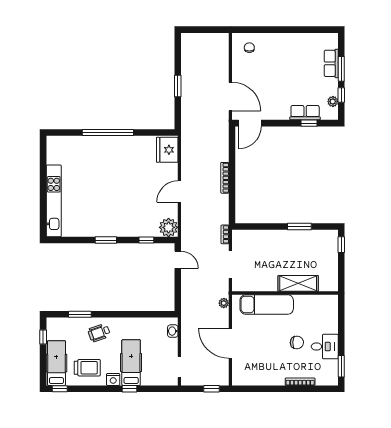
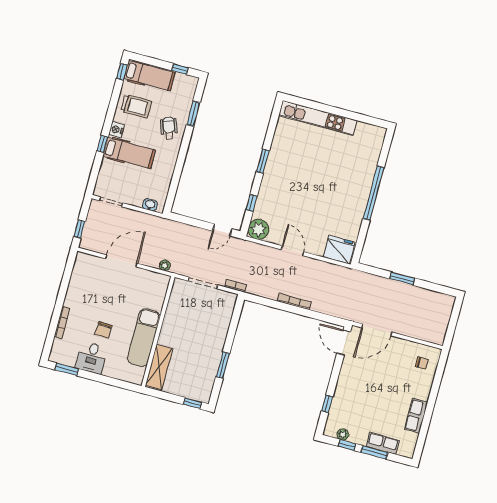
row of seats: (305, 113) -> (416, 416), moved, turned 180
shelving: (298, 283) -> (159, 367), moved
exam couch: (267, 304) -> (144, 338), moved
trolley: (87, 368) -> (136, 106), turned -90

